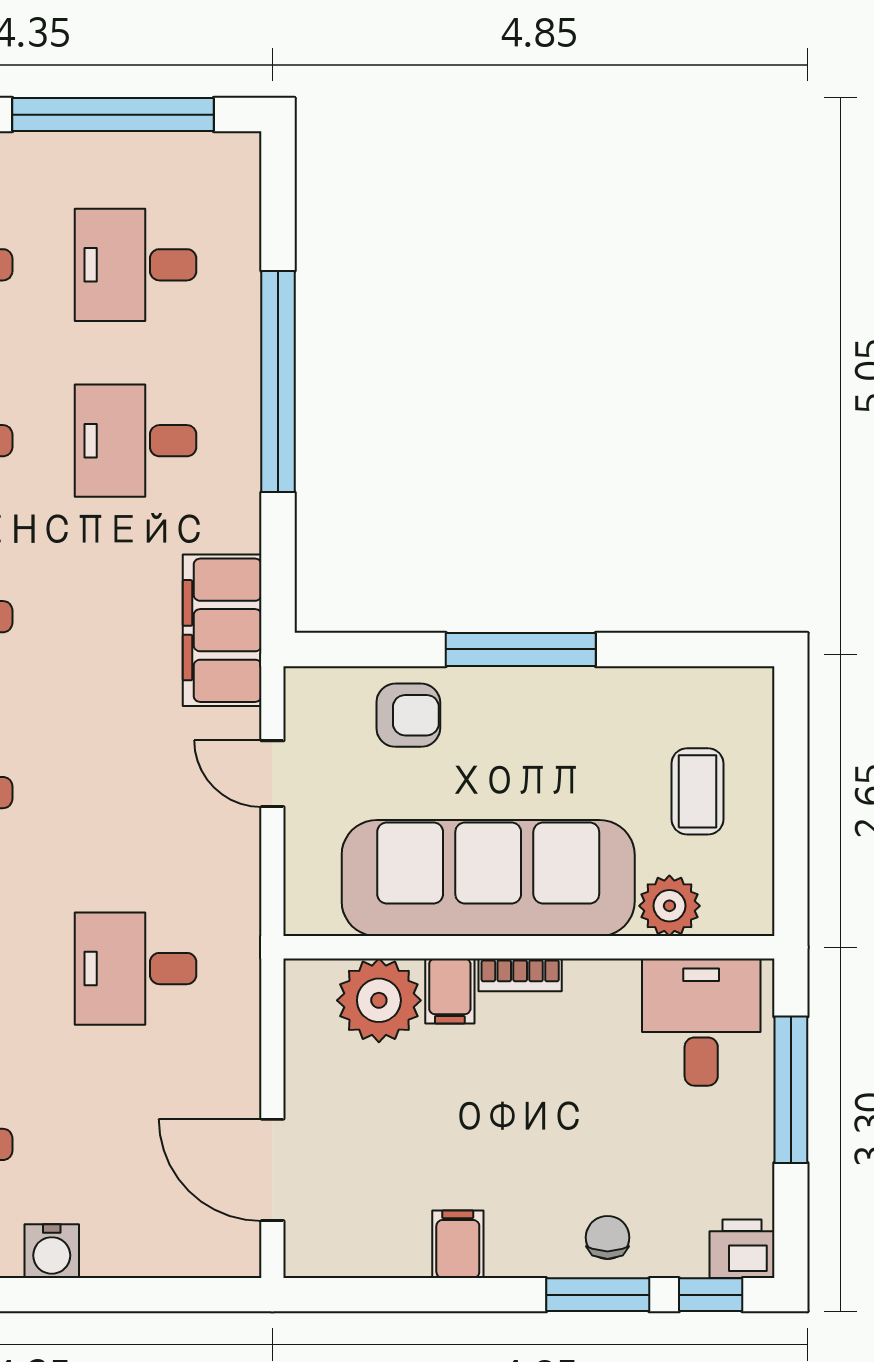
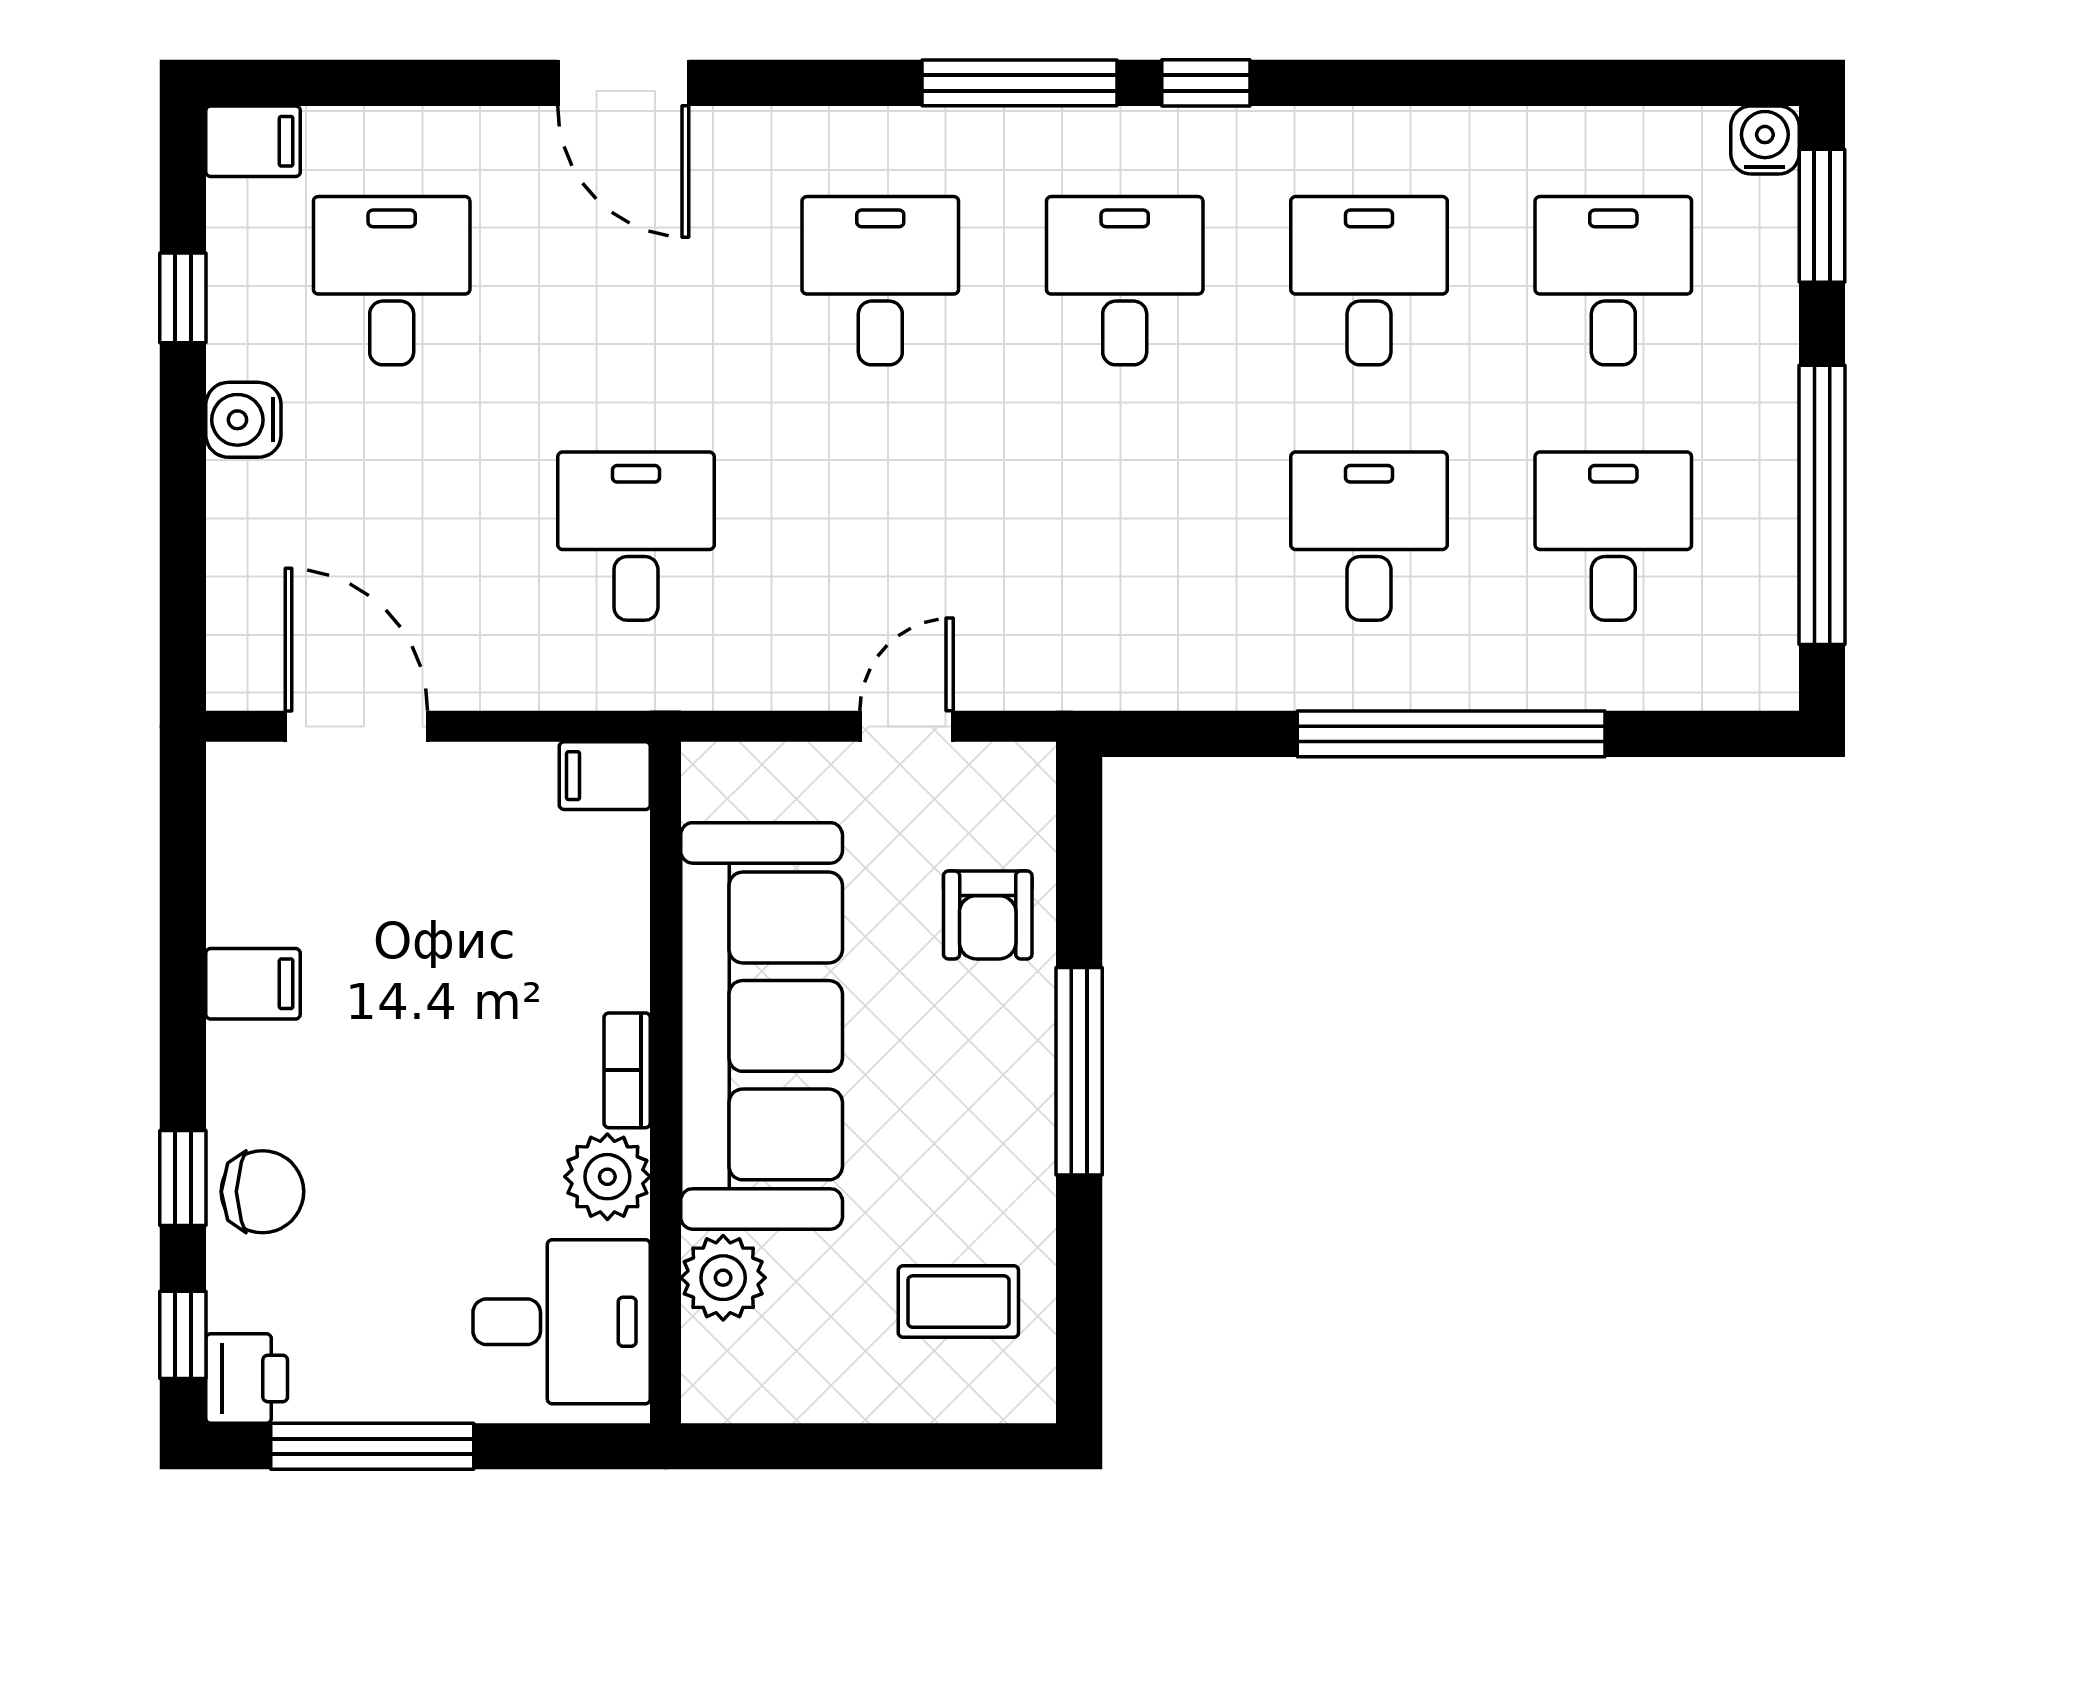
filing cabinet: (222, 630) -> (1106, 656), removed
coffee table: (698, 791) -> (958, 1302), moved
filing cabinet: (450, 991) -> (605, 776), moved
plant: (379, 1000) -> (607, 1177), moved, width x0.73, depth x0.73
window: (791, 1090) -> (372, 1446), moved
door: (272, 1170) -> (356, 726), hinge flipped
chair: (608, 1237) -> (262, 1192), width x1.37, depth x1.37
window: (598, 1295) -> (183, 1178), width x0.67

